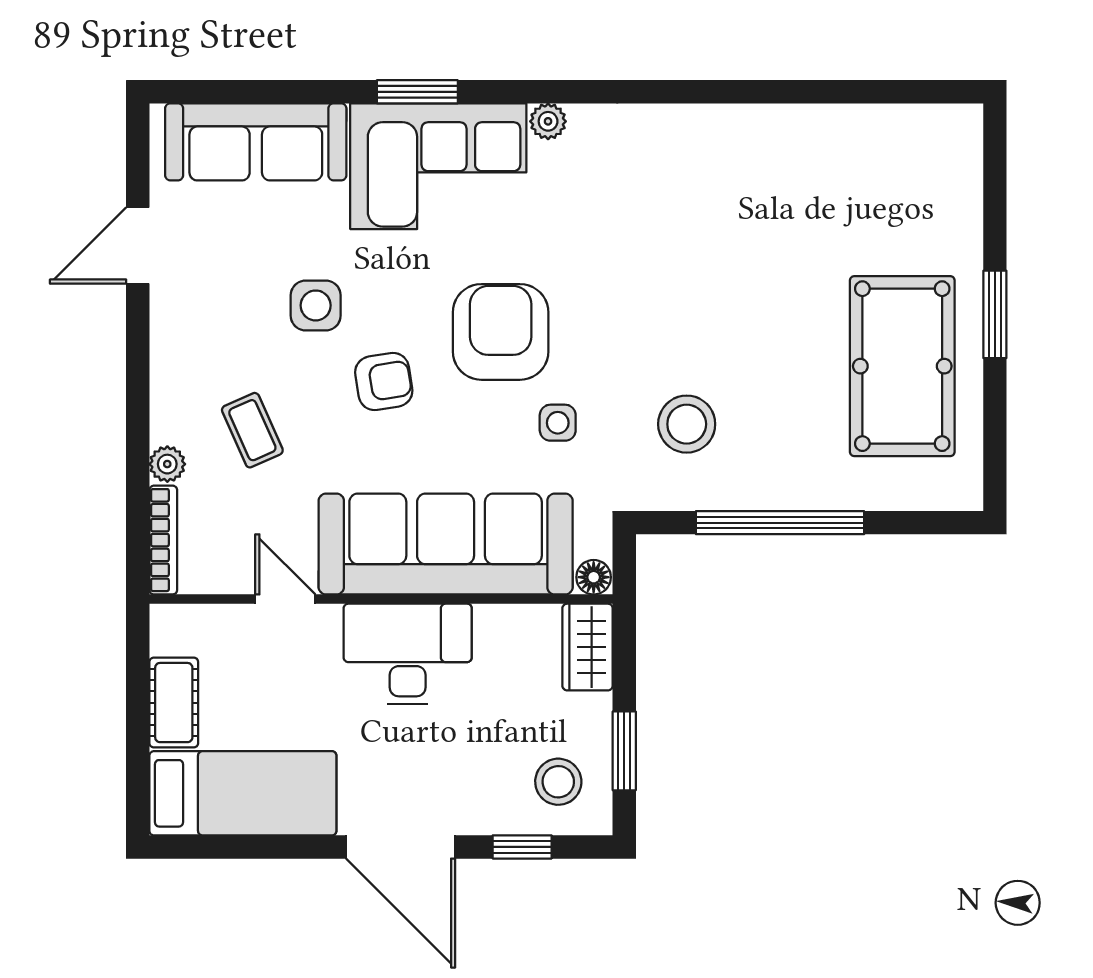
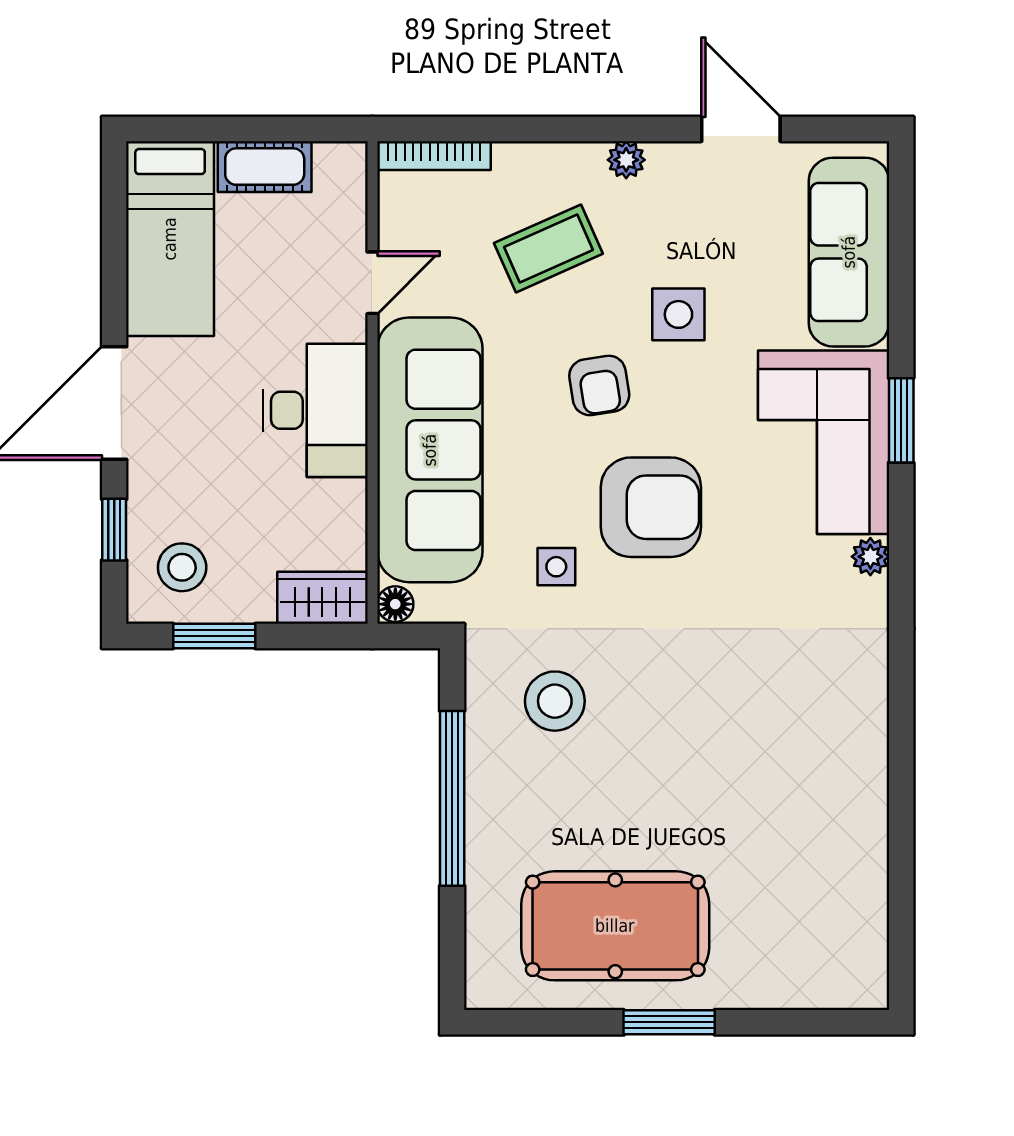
coffee table: (252, 430) -> (548, 248), width x1.36, depth x1.30
plant: (167, 464) -> (626, 160), moved

